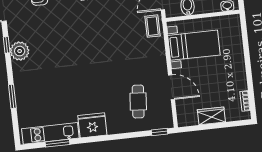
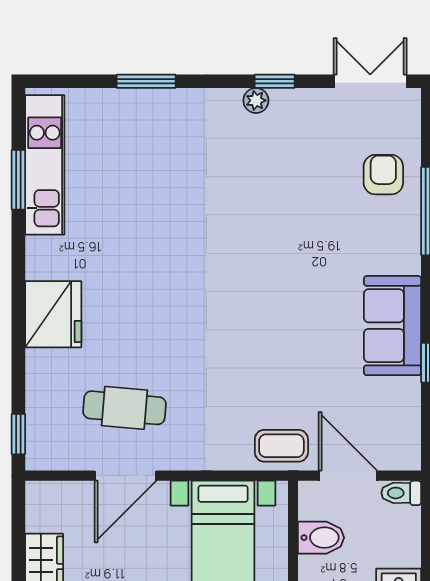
plant: (20, 51) -> (256, 100), width x0.53, depth x0.53
cafe table: (138, 101) -> (125, 408), moved
fridge: (92, 125) -> (53, 314), moved

